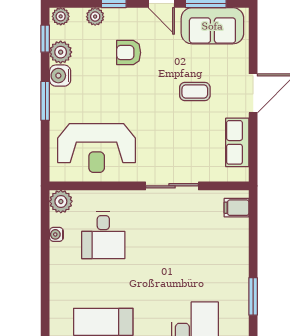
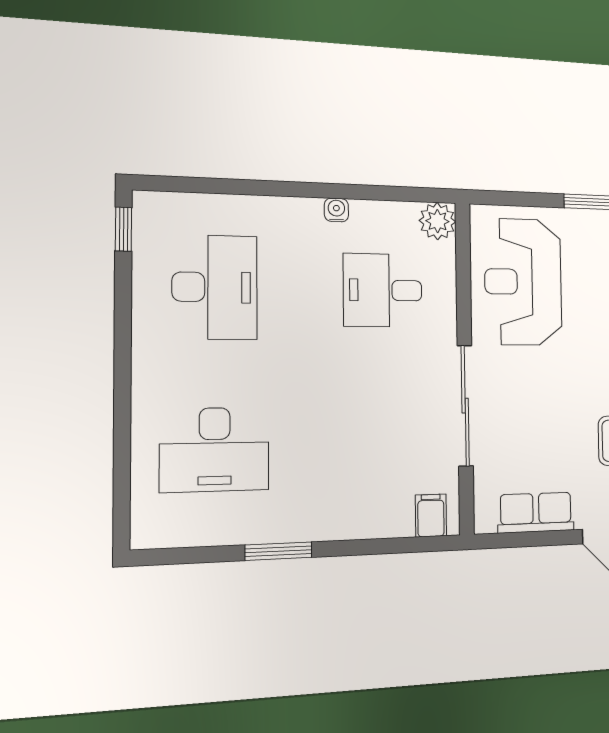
sliding door: (172, 186) -> (465, 406), width x1.37
water cooler: (56, 234) -> (336, 210), moved

